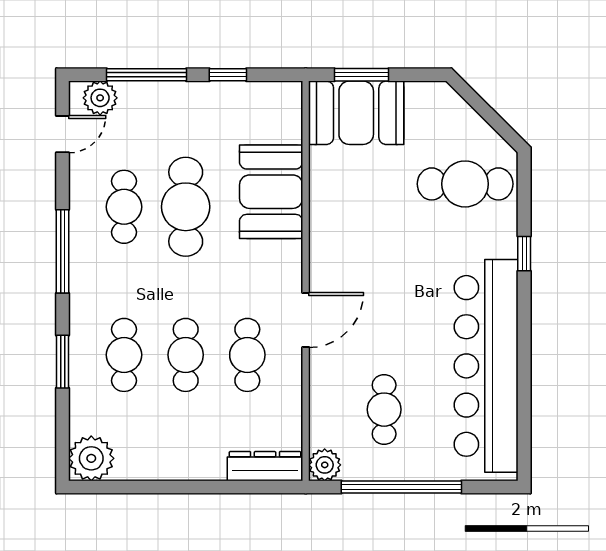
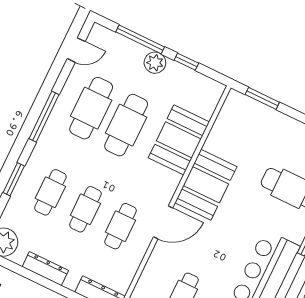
plant: (100, 98) -> (155, 63), moved
booth: (356, 113) -> (206, 185), moved, turned 90
cafe table: (124, 207) -> (91, 108), width x1.37, depth x1.35
dresser: (169, 467) -> (45, 269), added

